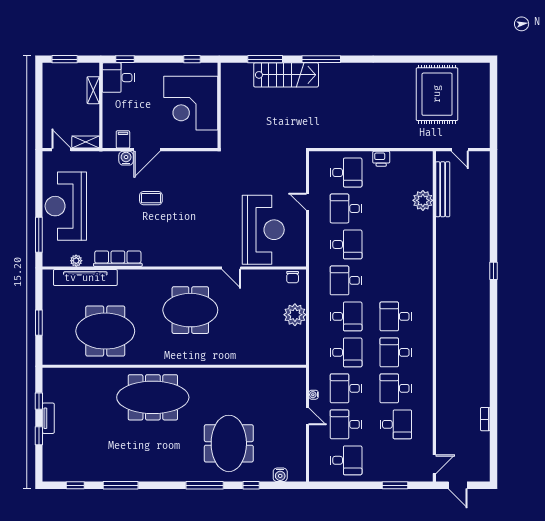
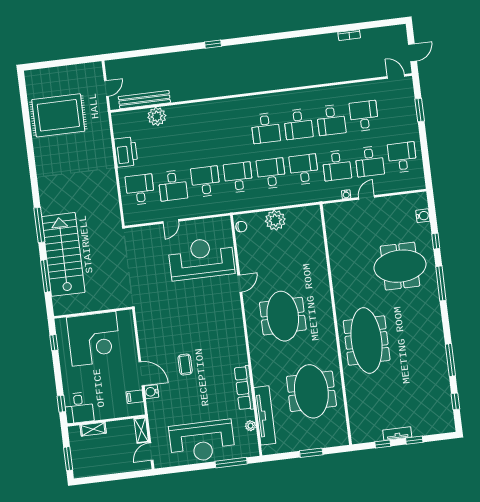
stairs: (286, 75) -> (63, 254), width x1.36, depth x1.51
printer: (381, 159) -> (126, 152), width x1.87, depth x1.48
desk: (346, 280) -> (238, 177), turned 180

